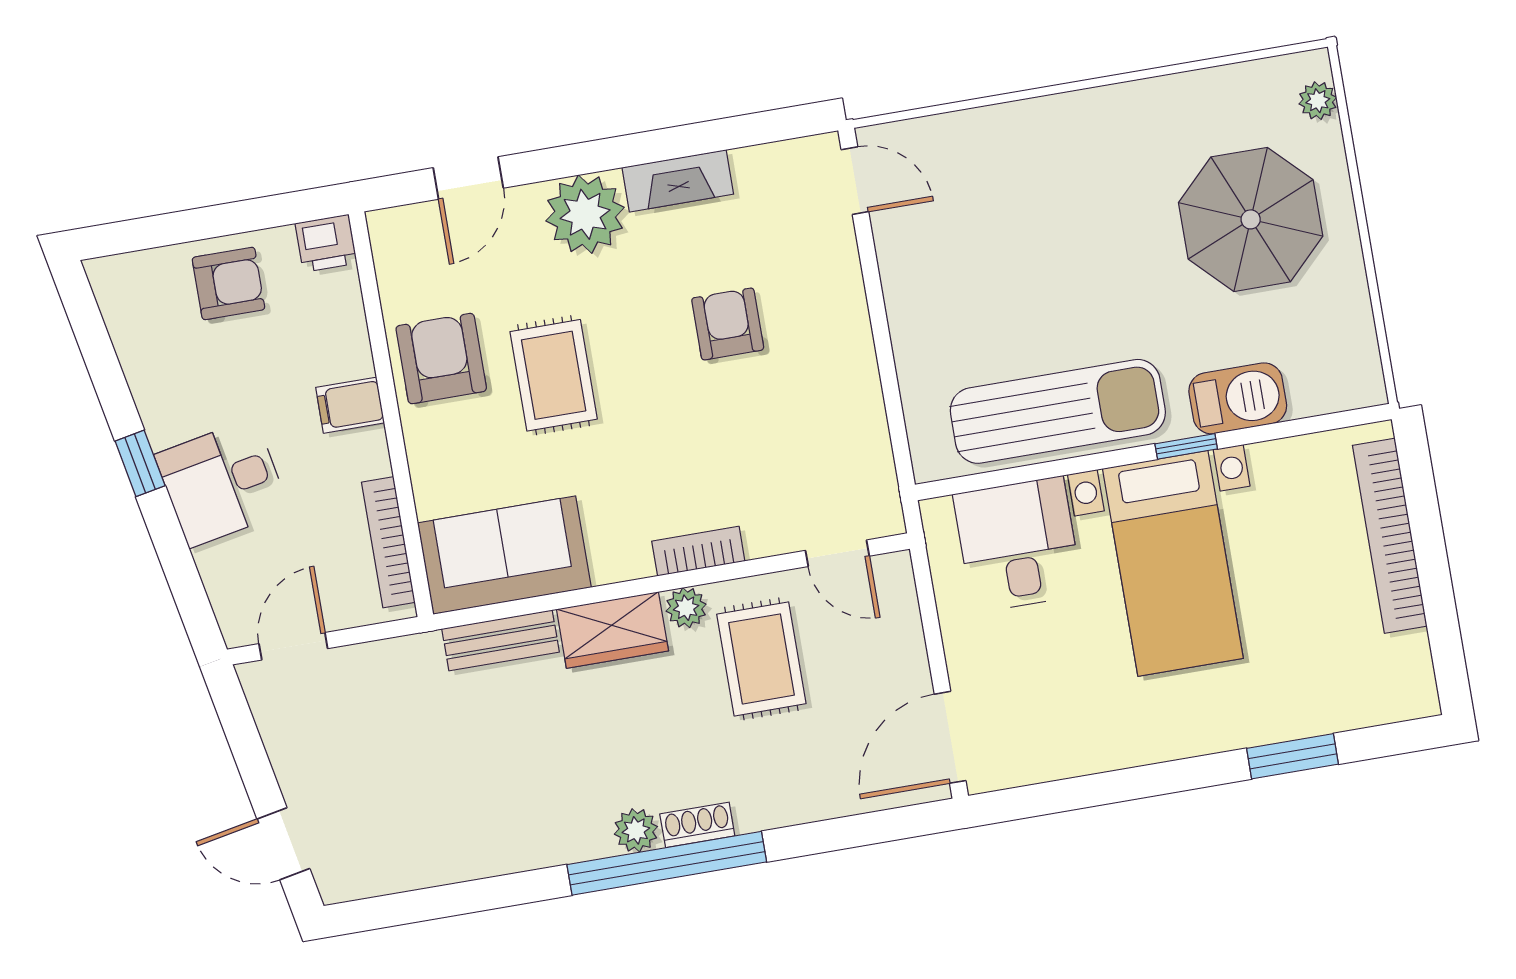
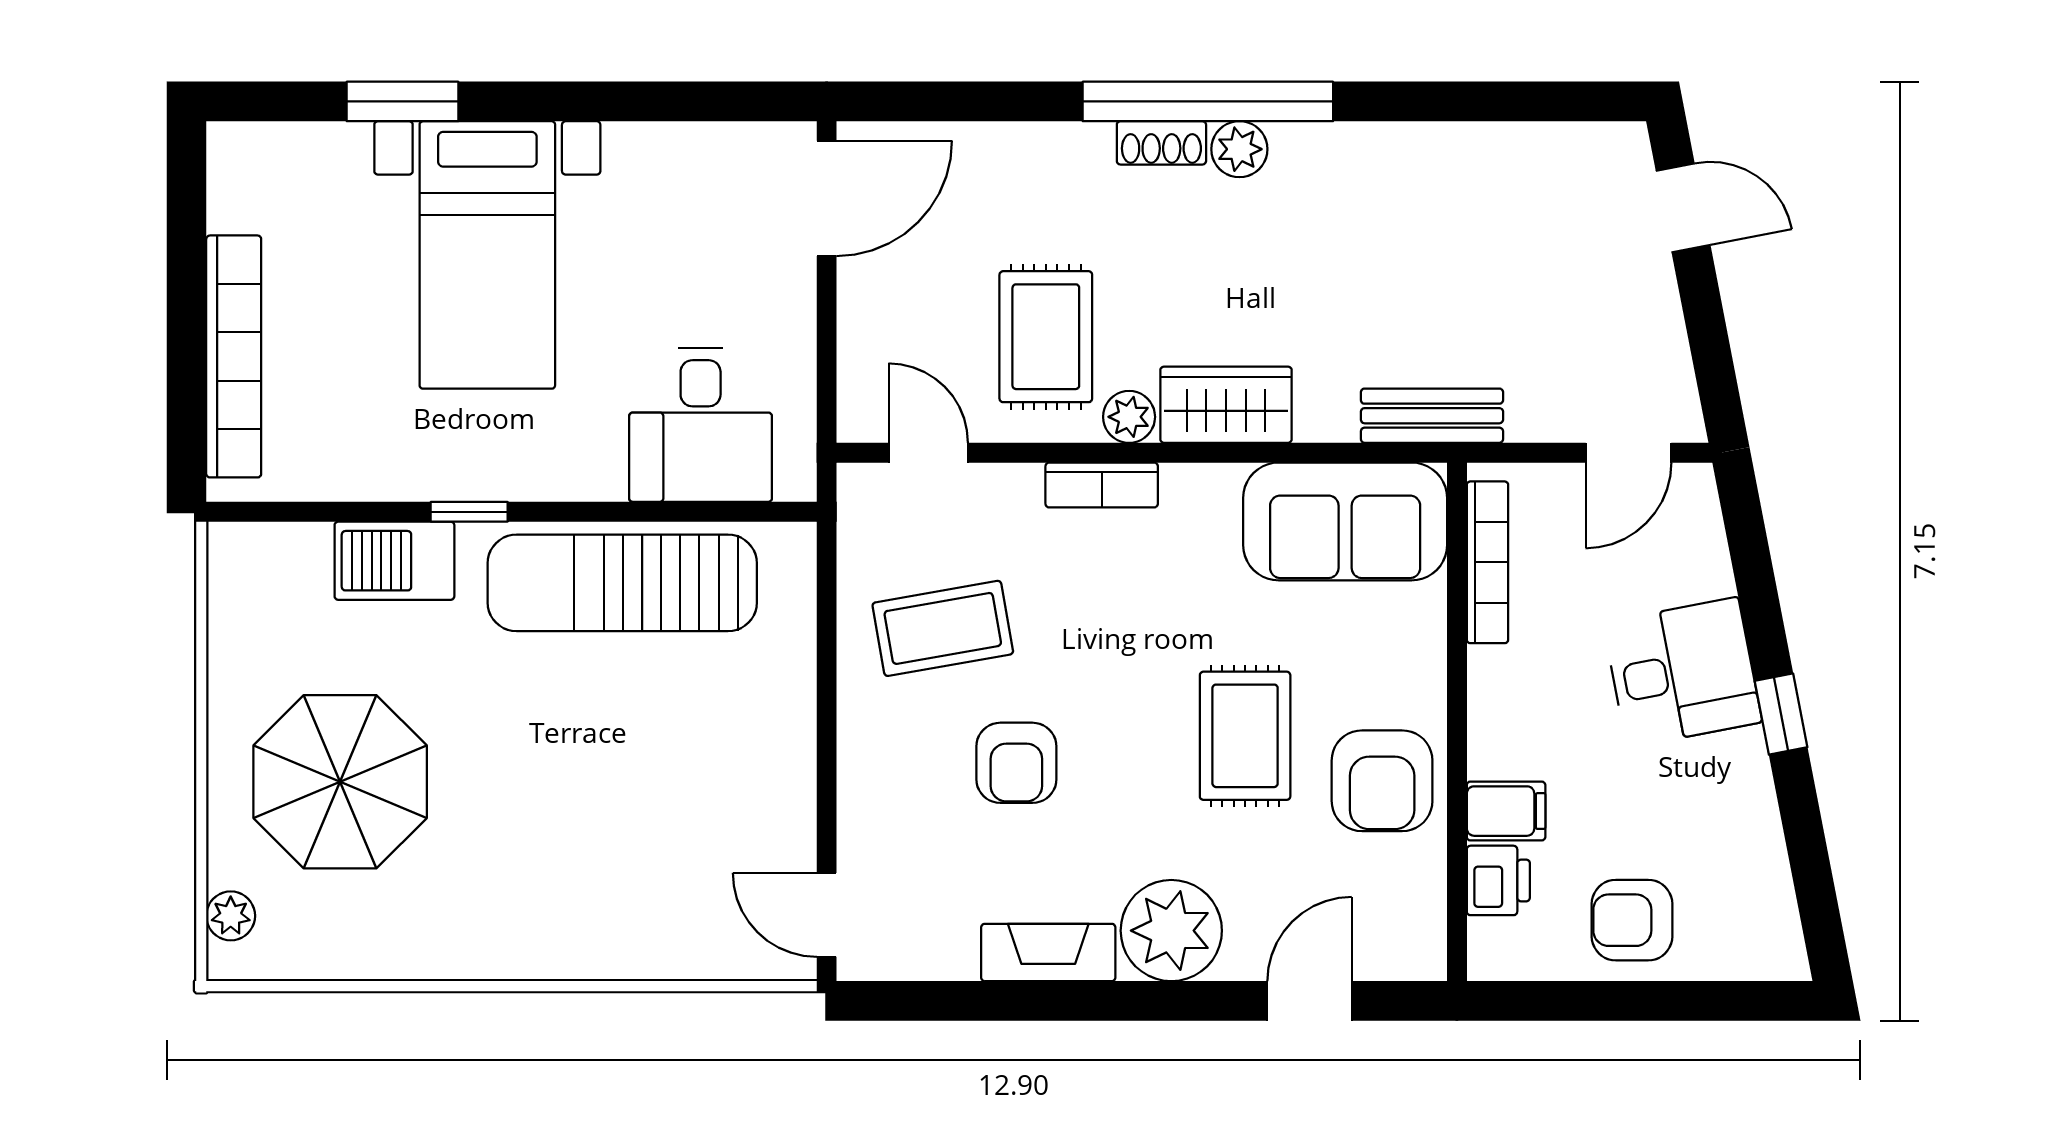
printer: (326, 243) -> (1498, 880), moved, turned 90
filing cabinet: (350, 405) -> (1506, 811), moved
coffee table: (803, 419) -> (943, 628), added
bed with nightstands: (1173, 563) -> (487, 255), moved, turned 180
bench: (501, 640) -> (1432, 416), moved

